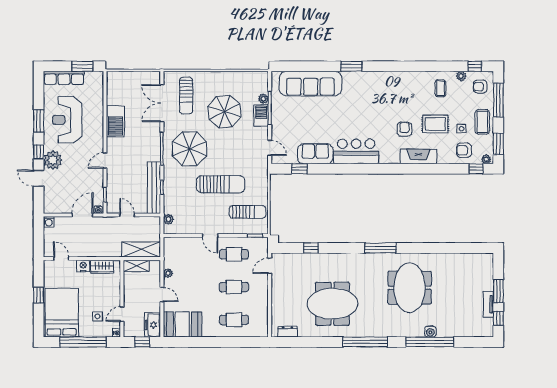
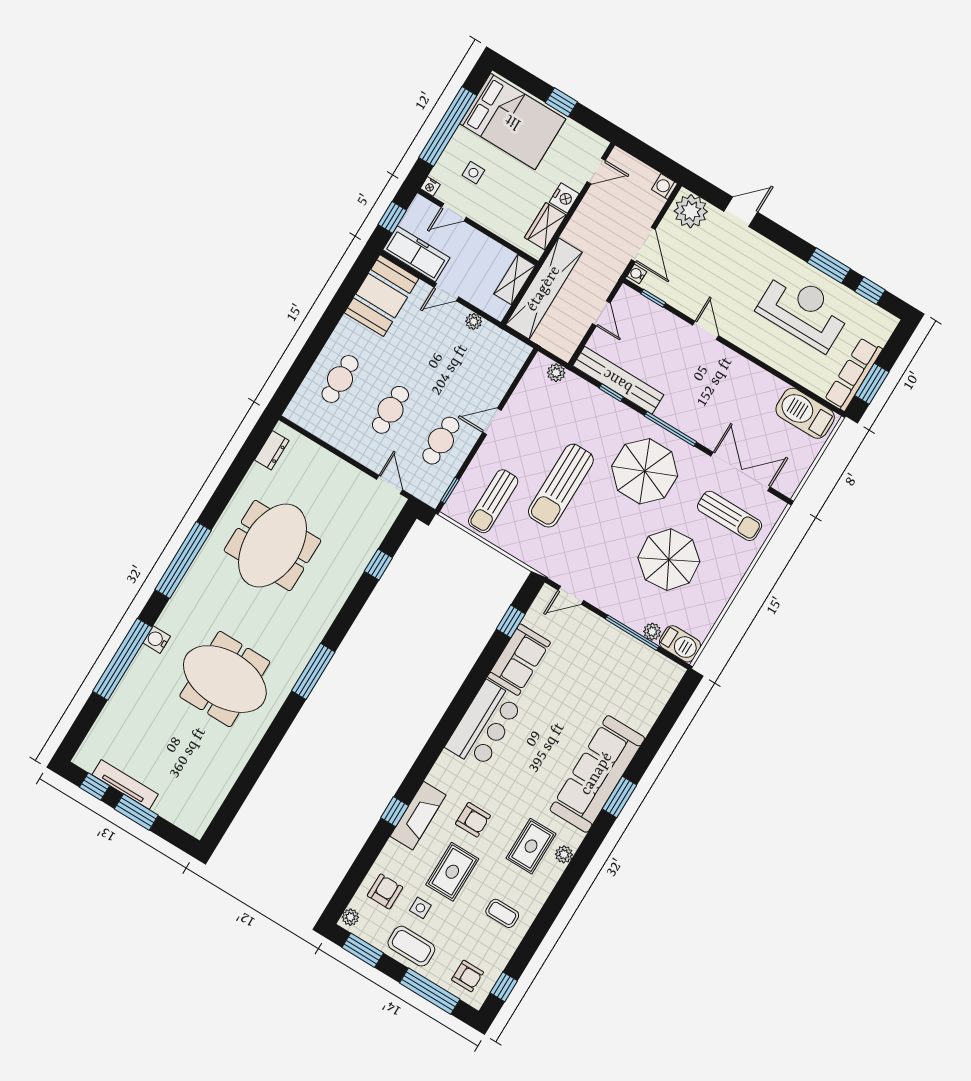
plant: (461, 76) -> (564, 854), moved
row of seats: (64, 78) -> (853, 374), moved
sofa: (311, 84) -> (597, 774), moved
armchair: (480, 87) -> (468, 976), turned 90
rug: (400, 94) -> (531, 846), added
sun lounger: (186, 96) -> (730, 516), turned 180
barbecue: (261, 115) -> (680, 644), moved
barbecue: (116, 121) -> (805, 413), moved
window: (39, 152) -> (870, 291), moved
plant: (53, 160) -> (691, 211), moved
window: (476, 169) -> (395, 812), moved
door: (127, 215) -> (601, 313), hinge flipped
shelving: (141, 249) -> (544, 289), width x1.47
tv unit: (488, 304) -> (125, 784), width x1.41
door: (122, 314) -> (454, 212), swing flipped
freezer: (152, 325) -> (416, 254), width x1.40
water cooler: (430, 331) -> (157, 640), moved

